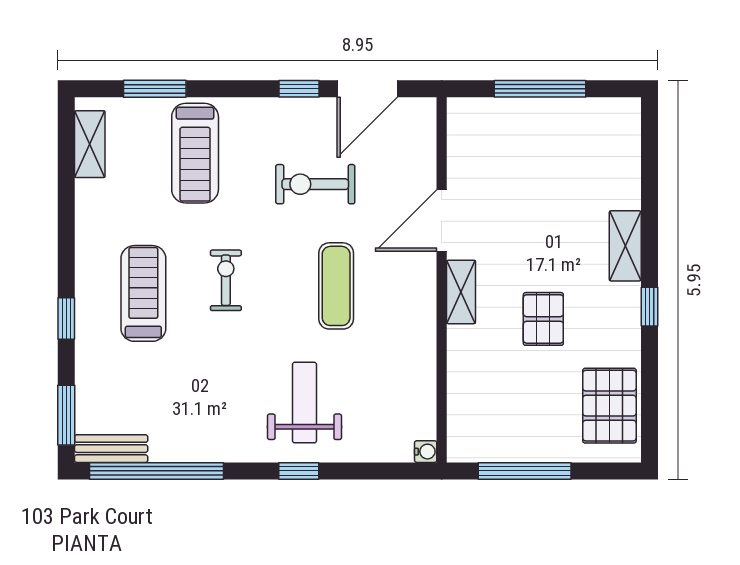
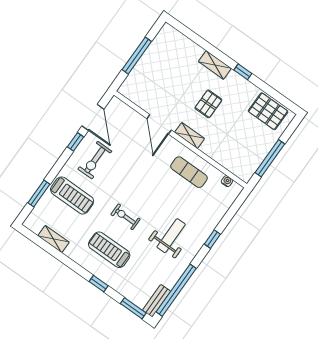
shelving: (90, 144) -> (54, 239), moved
exercise bike: (315, 184) -> (95, 160), moved
exercise mat: (336, 286) -> (189, 172), moved
pallet: (543, 319) -> (208, 104), moved, turned 90
weight bench: (305, 403) -> (171, 236), moved, turned 90
water cooler: (426, 452) -> (227, 181), moved

